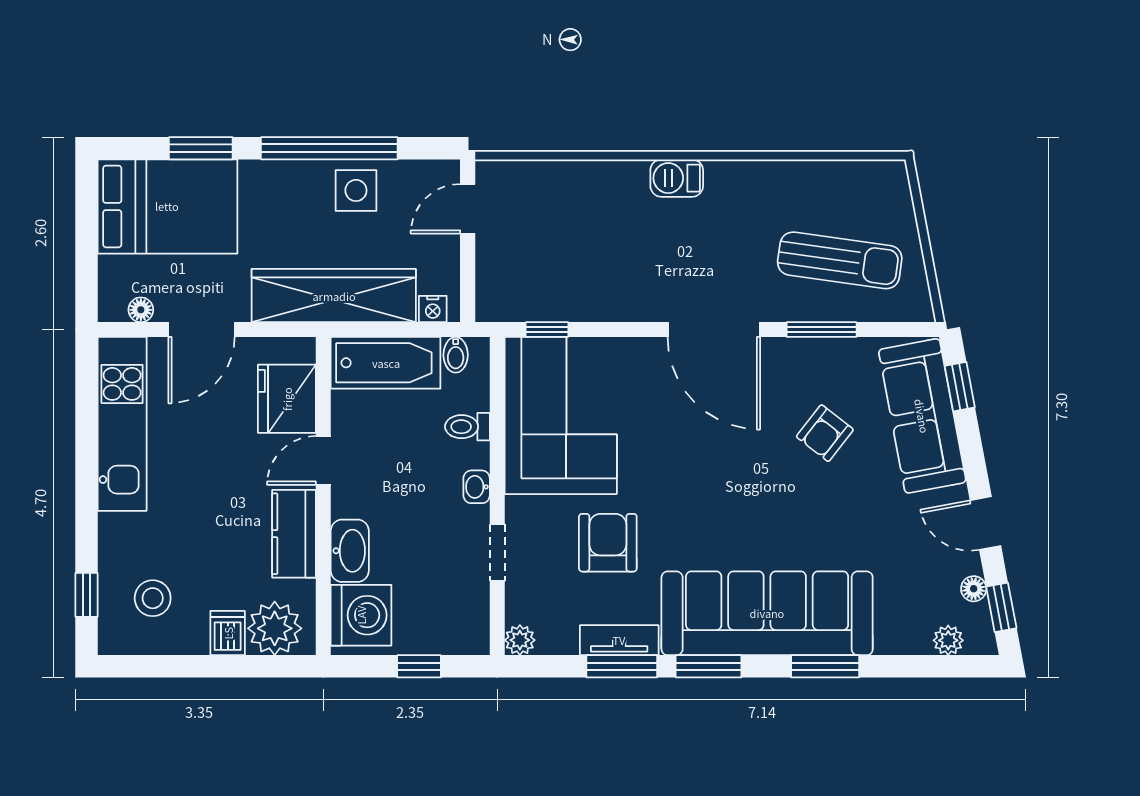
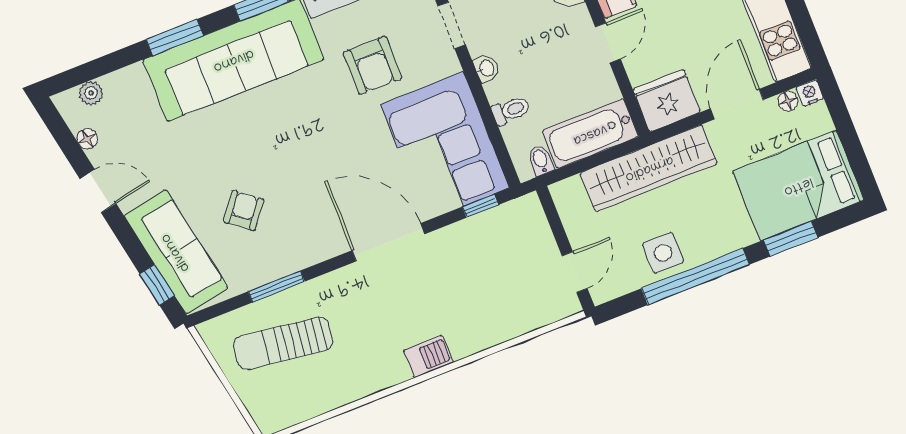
nightstand: (433, 309) -> (810, 93), moved
door: (714, 330) -> (388, 242), moved
fridge: (287, 399) -> (667, 101), moved, turned -90
window: (1001, 607) -> (61, 133), removed

